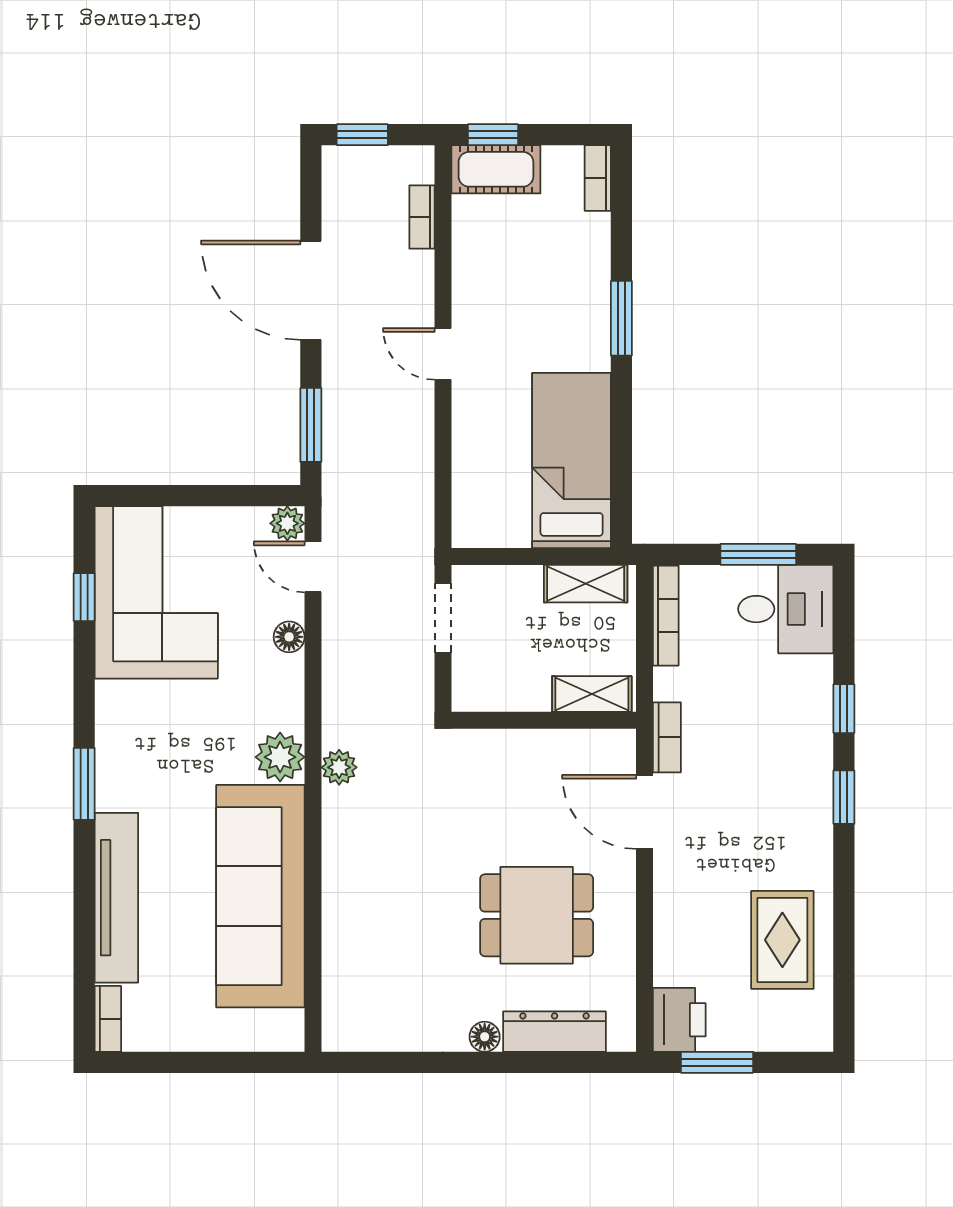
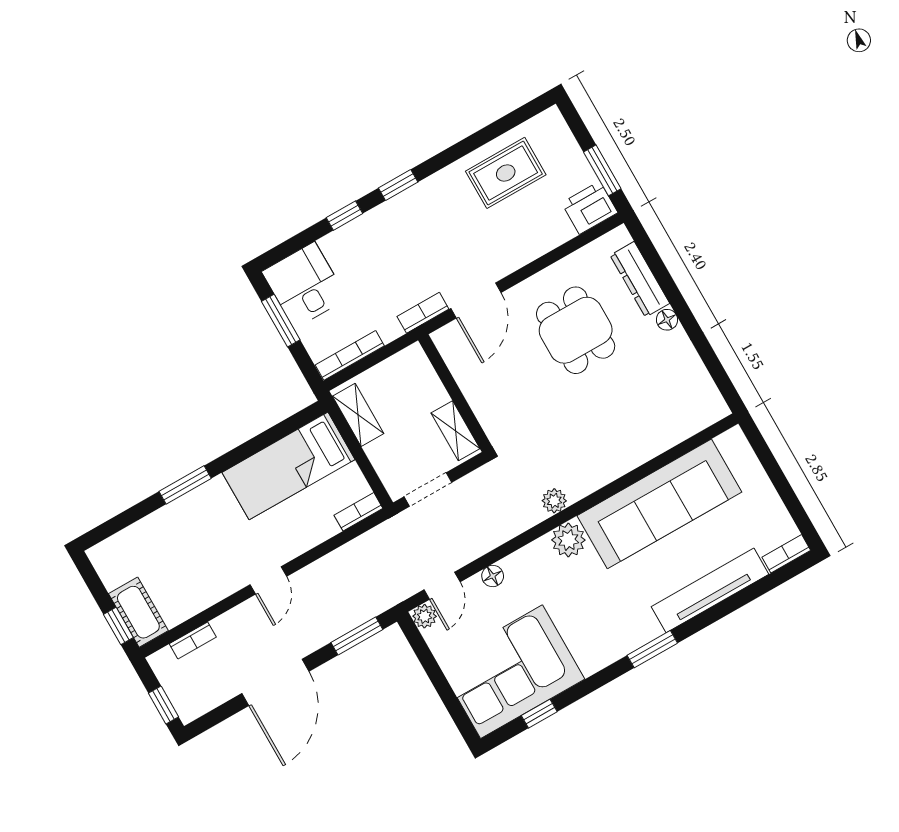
bookcase: (598, 178) -> (358, 512), moved, turned 180
shelving: (592, 694) -> (456, 431), moved

